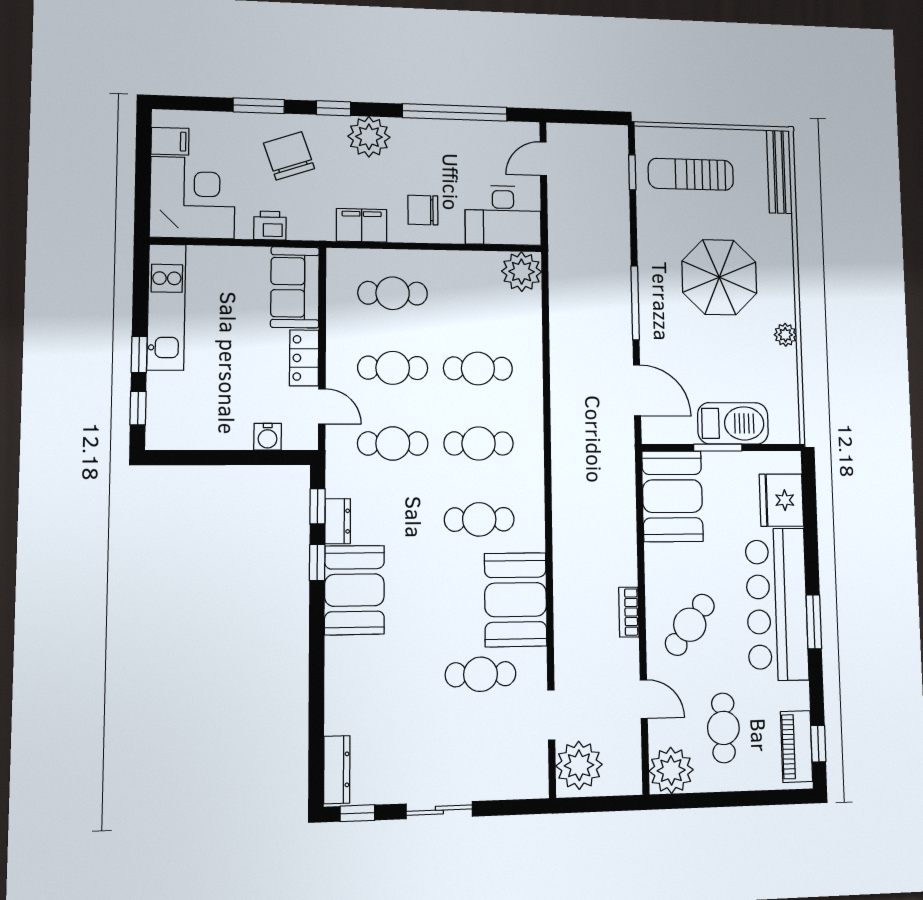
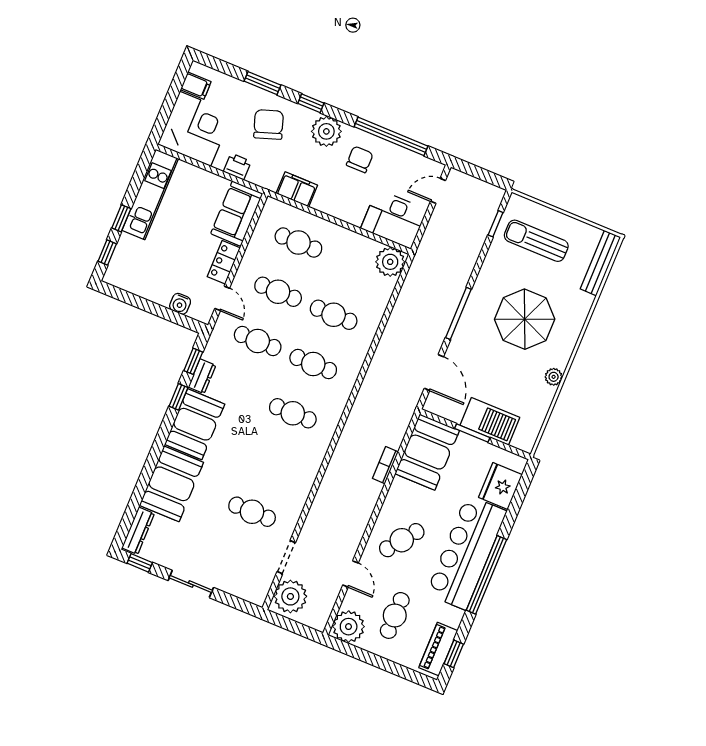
chair: (423, 210) -> (360, 159), moved, turned 90
booth: (516, 600) -> (171, 484), moved
bookcase: (629, 612) -> (385, 465), moved
window: (814, 622) -> (486, 575), width x2.11

